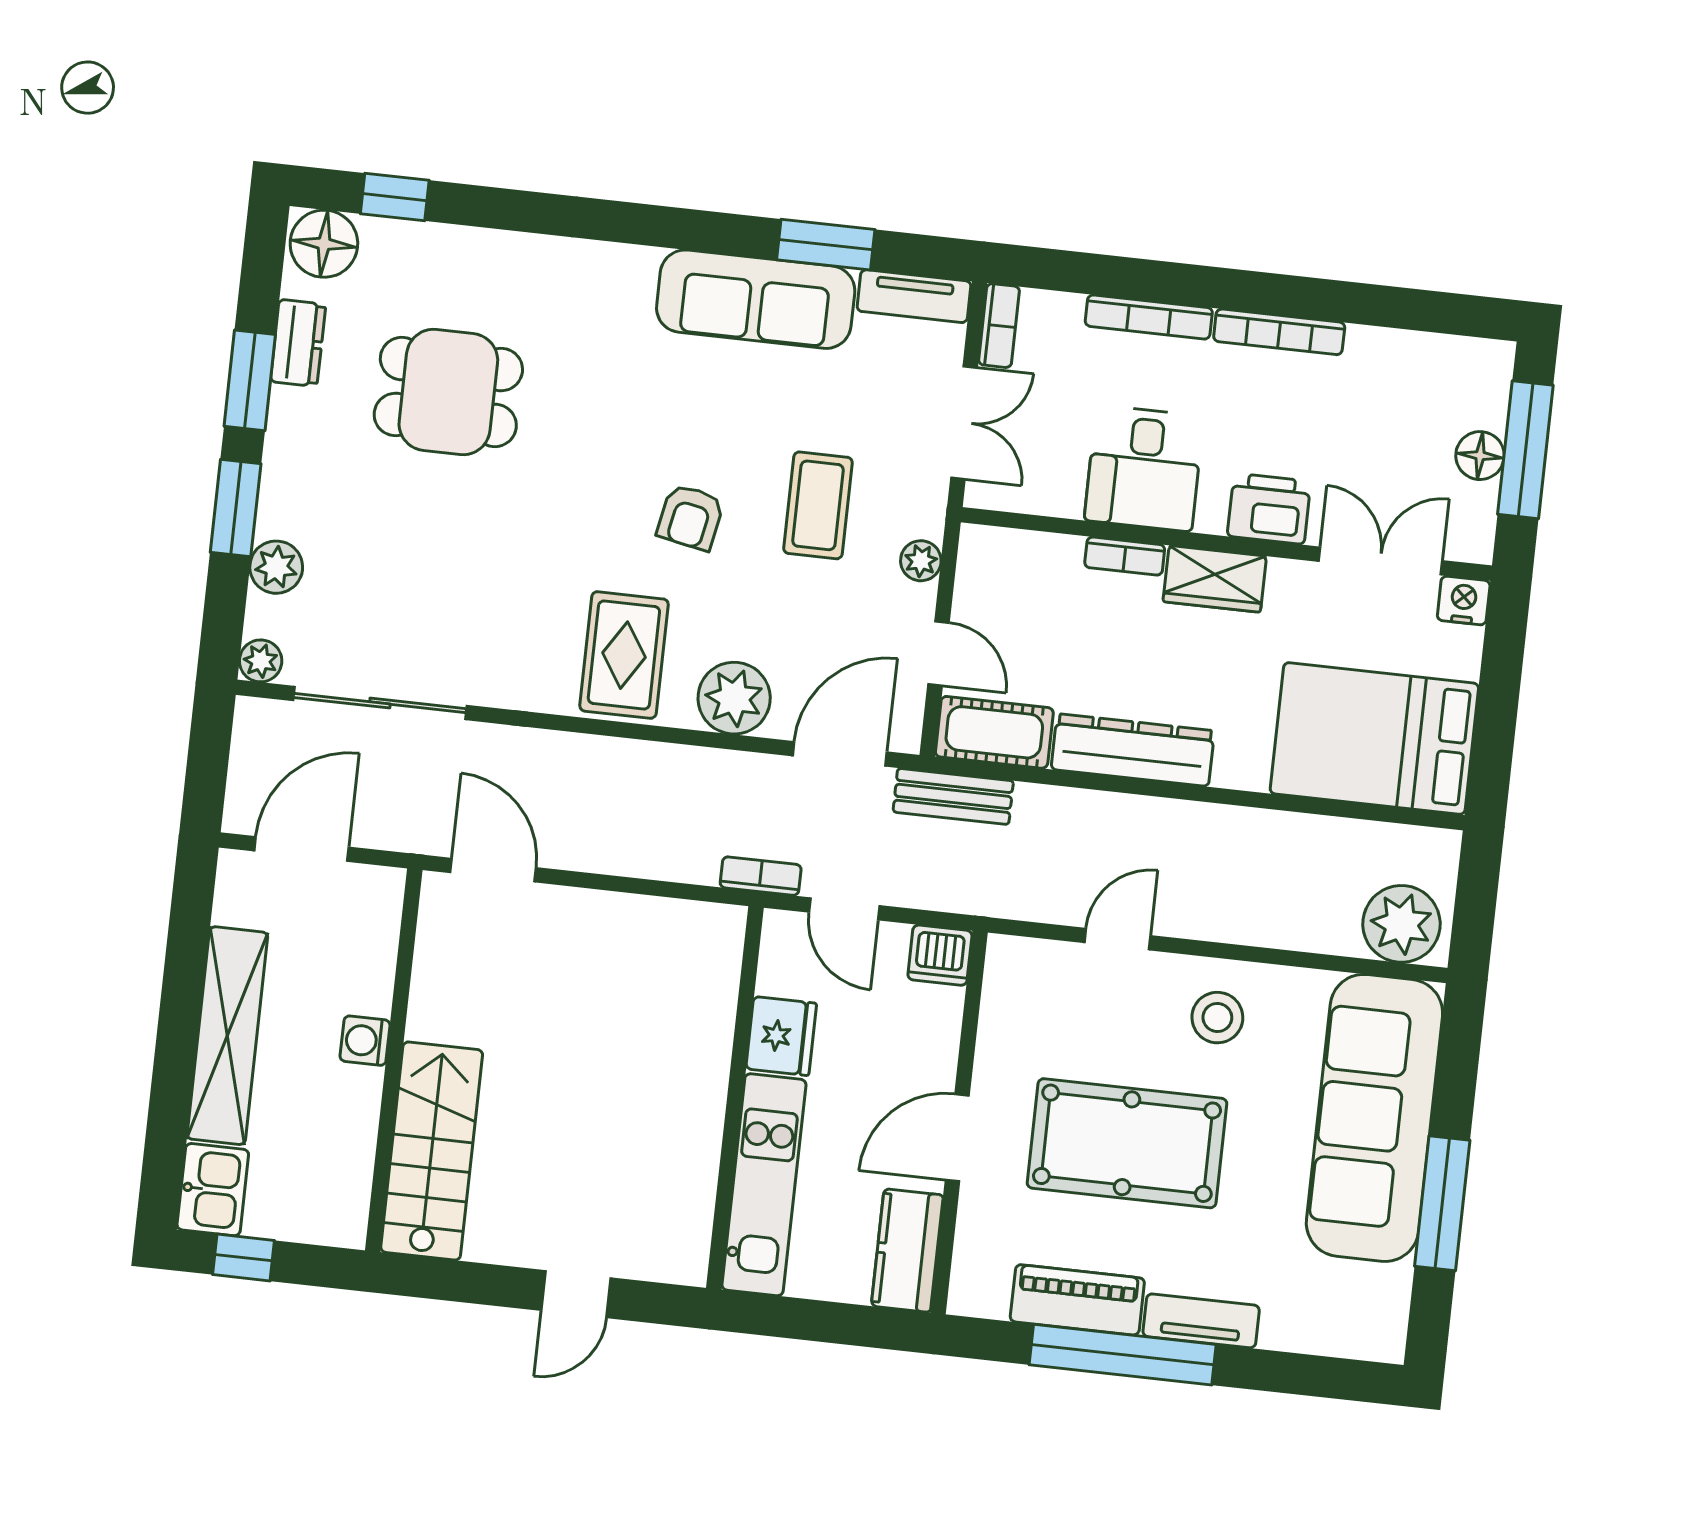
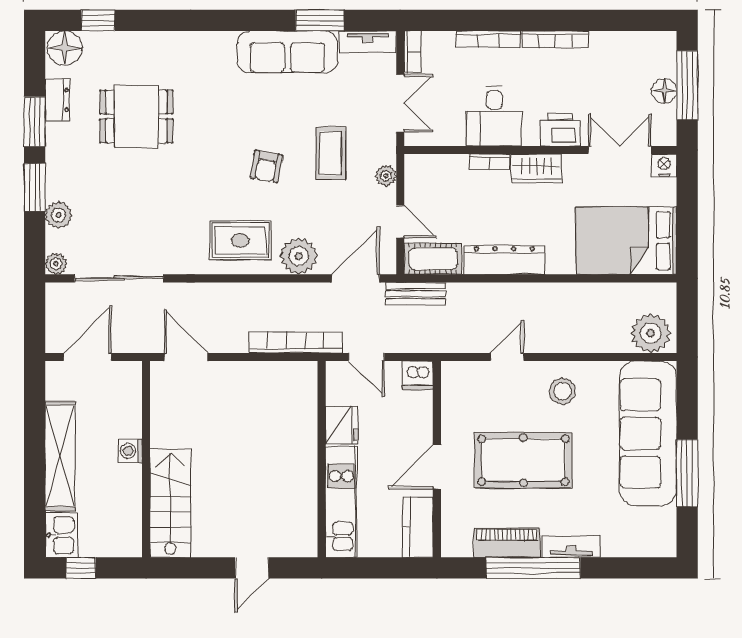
rug: (624, 655) -> (240, 240), turned 90
bookcase: (761, 876) -> (296, 342), width x2.31, depth x1.31

